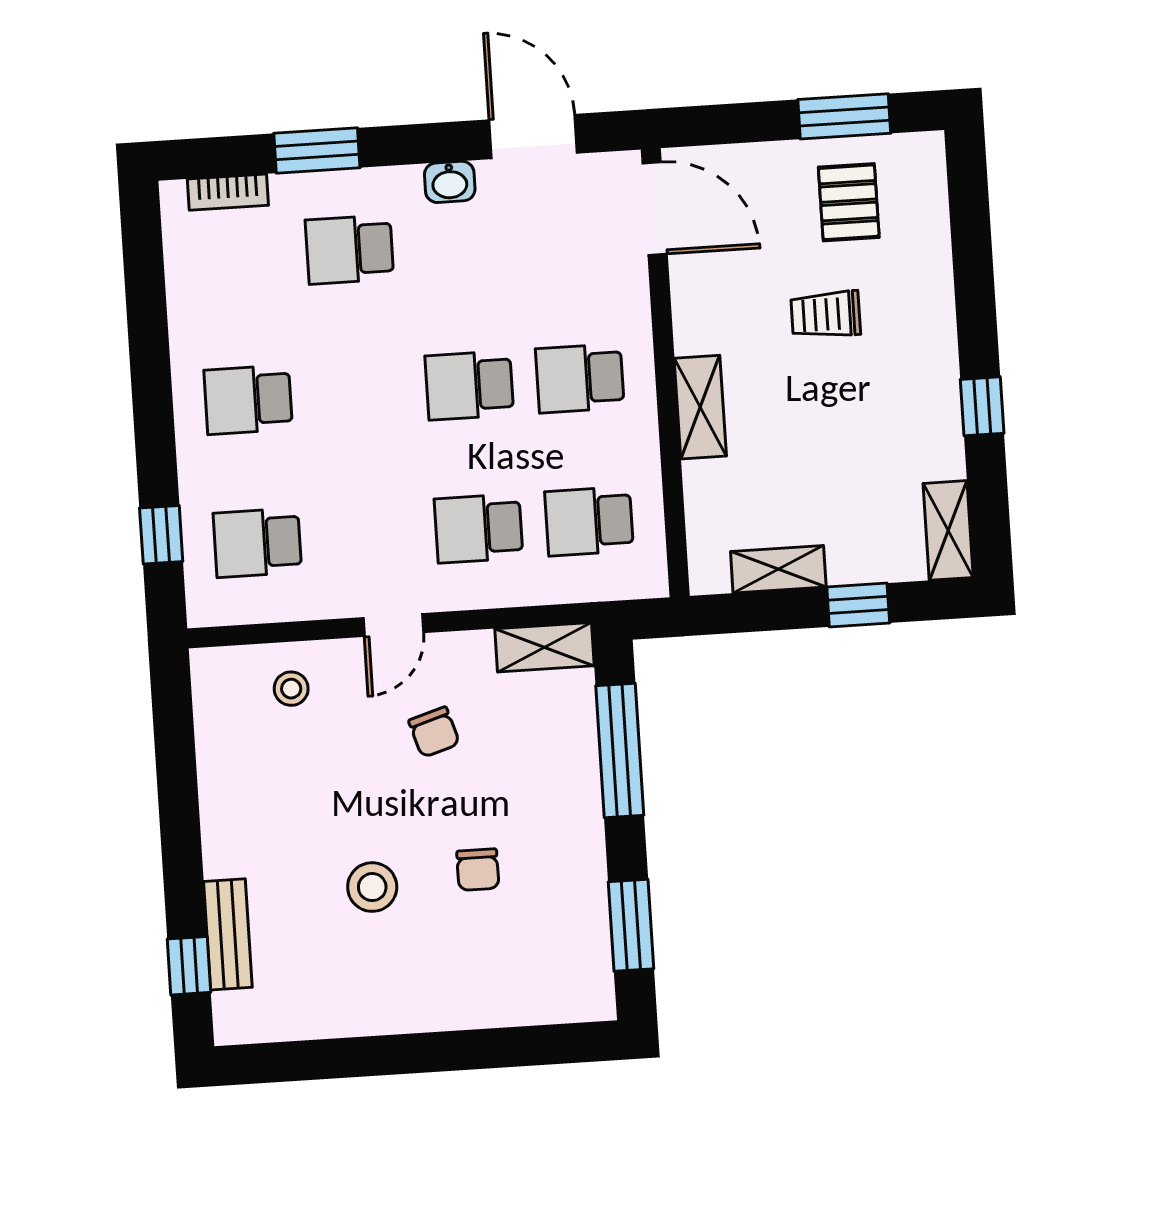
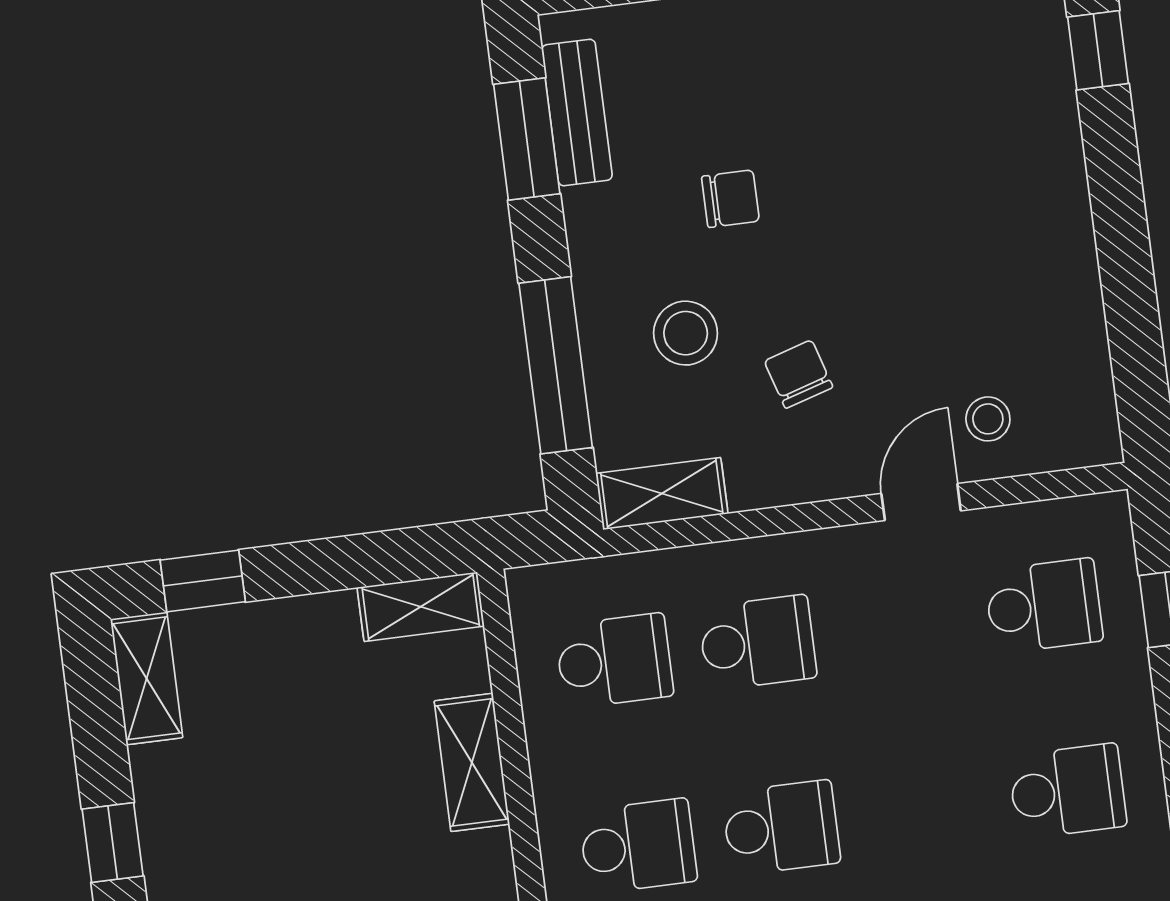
shelving: (700, 407) -> (472, 762), moved
shelving: (778, 569) -> (421, 607), moved
window: (858, 605) -> (203, 581), moved
door: (393, 625) -> (921, 502), moved
chair: (478, 870) -> (730, 199), turned 90
stool: (372, 887) -> (686, 333), moved
bench: (228, 934) -> (577, 113), moved

